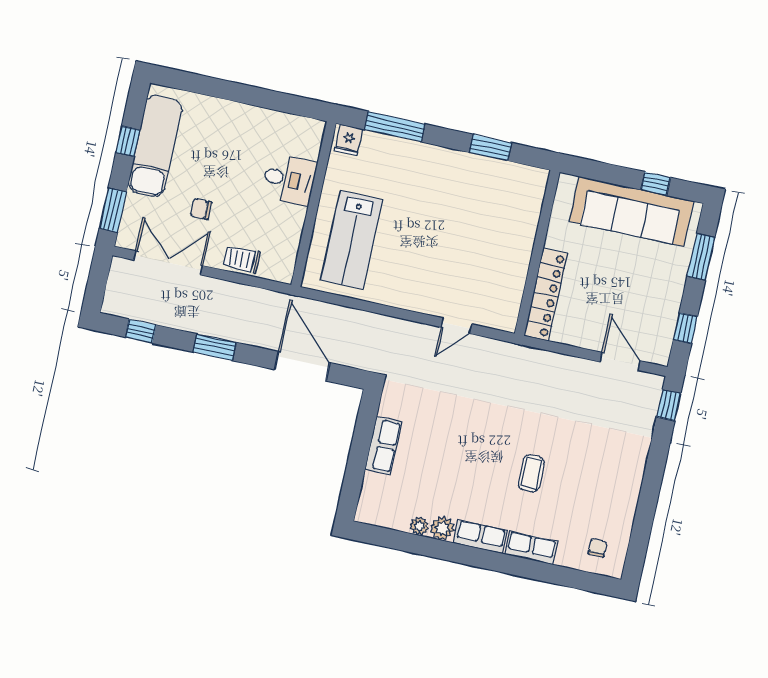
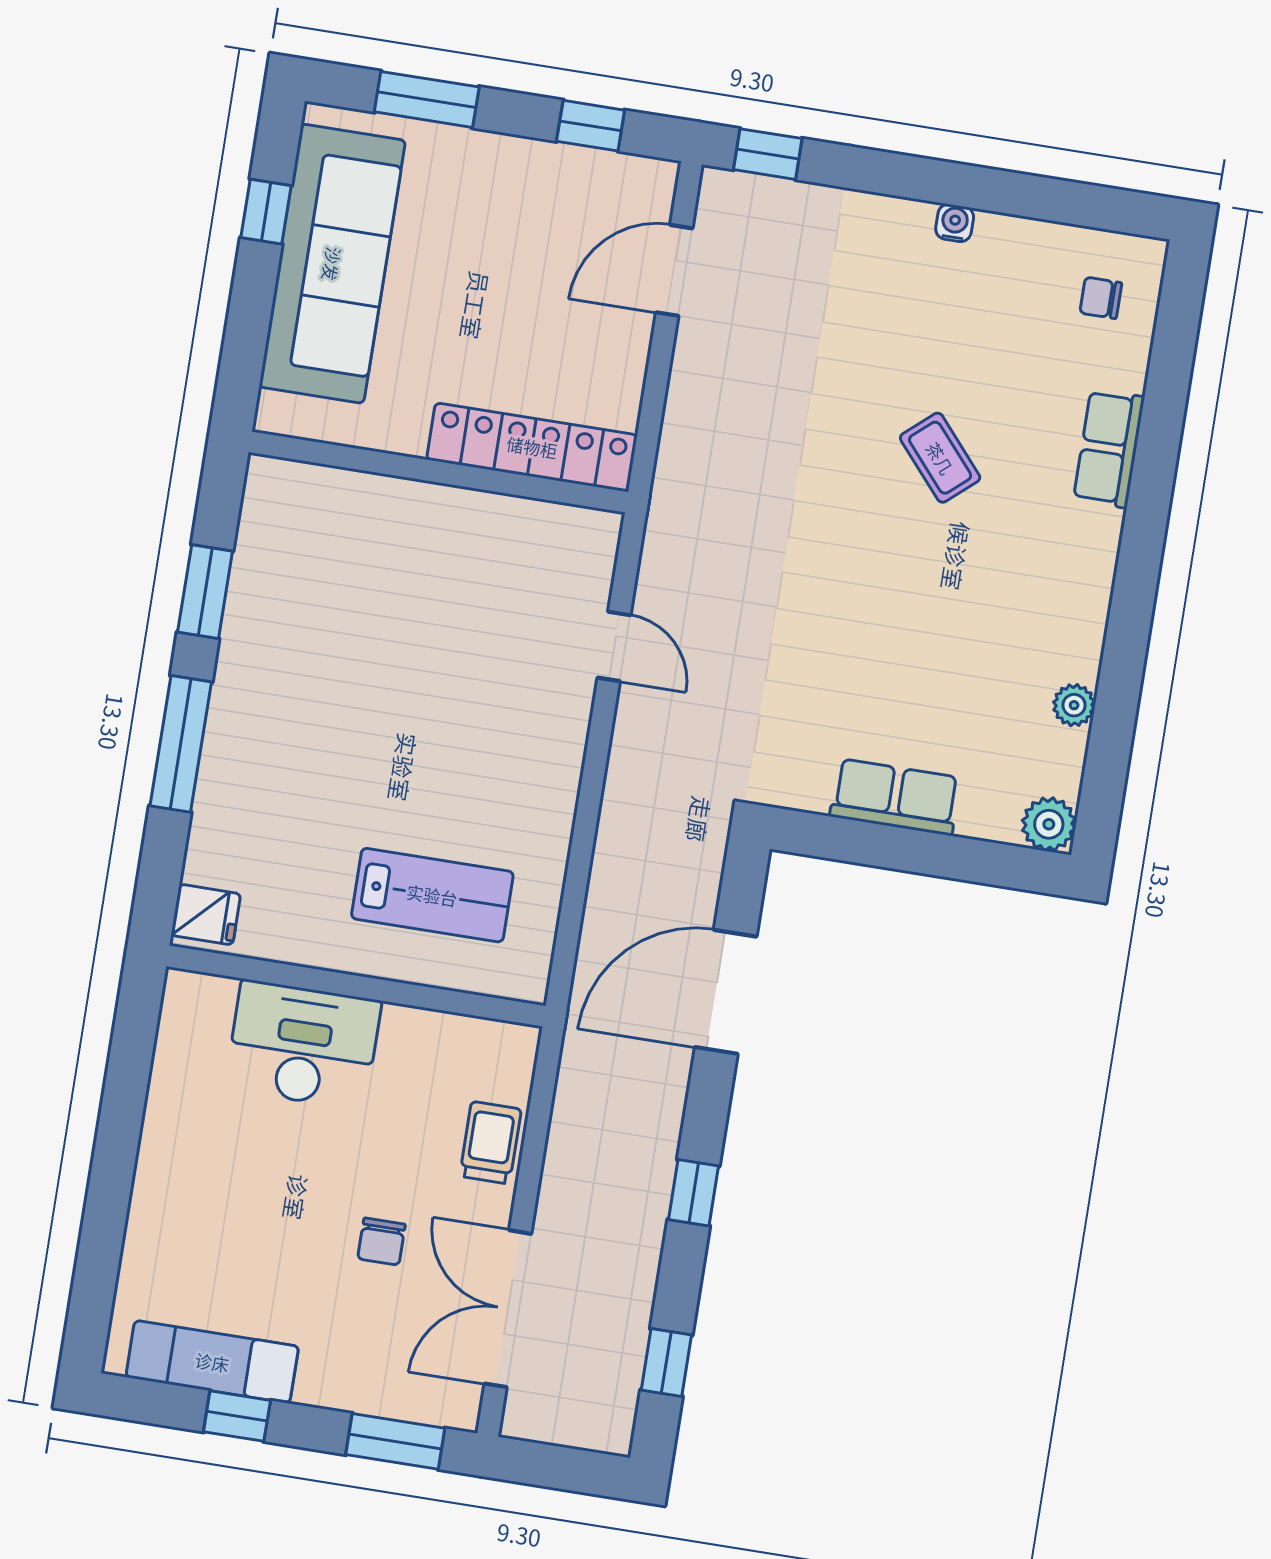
window: (395, 127) -> (181, 744), moved
exam couch: (155, 146) -> (212, 1362), width x0.73, depth x0.69
desk: (289, 179) -> (303, 1045), width x1.37
lab bench: (352, 240) -> (432, 895), width x0.73, depth x0.72
trolley: (242, 259) -> (490, 1143), turned 180
window: (215, 347) -> (694, 1193), width x0.67
coffee table: (531, 473) -> (940, 458), turned 49
water cooler: (634, 486) -> (955, 223), added
plant: (442, 528) -> (1049, 824), moved
row of seats: (480, 537) -> (1090, 565), removed

